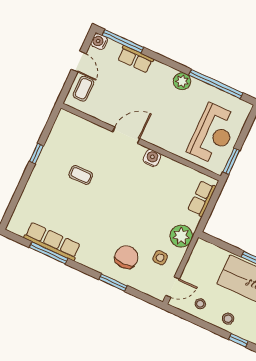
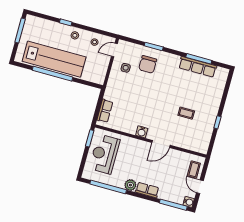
row of seats: (135, 59) -> (147, 190), moved
plant: (181, 236) -> (114, 84), removed

